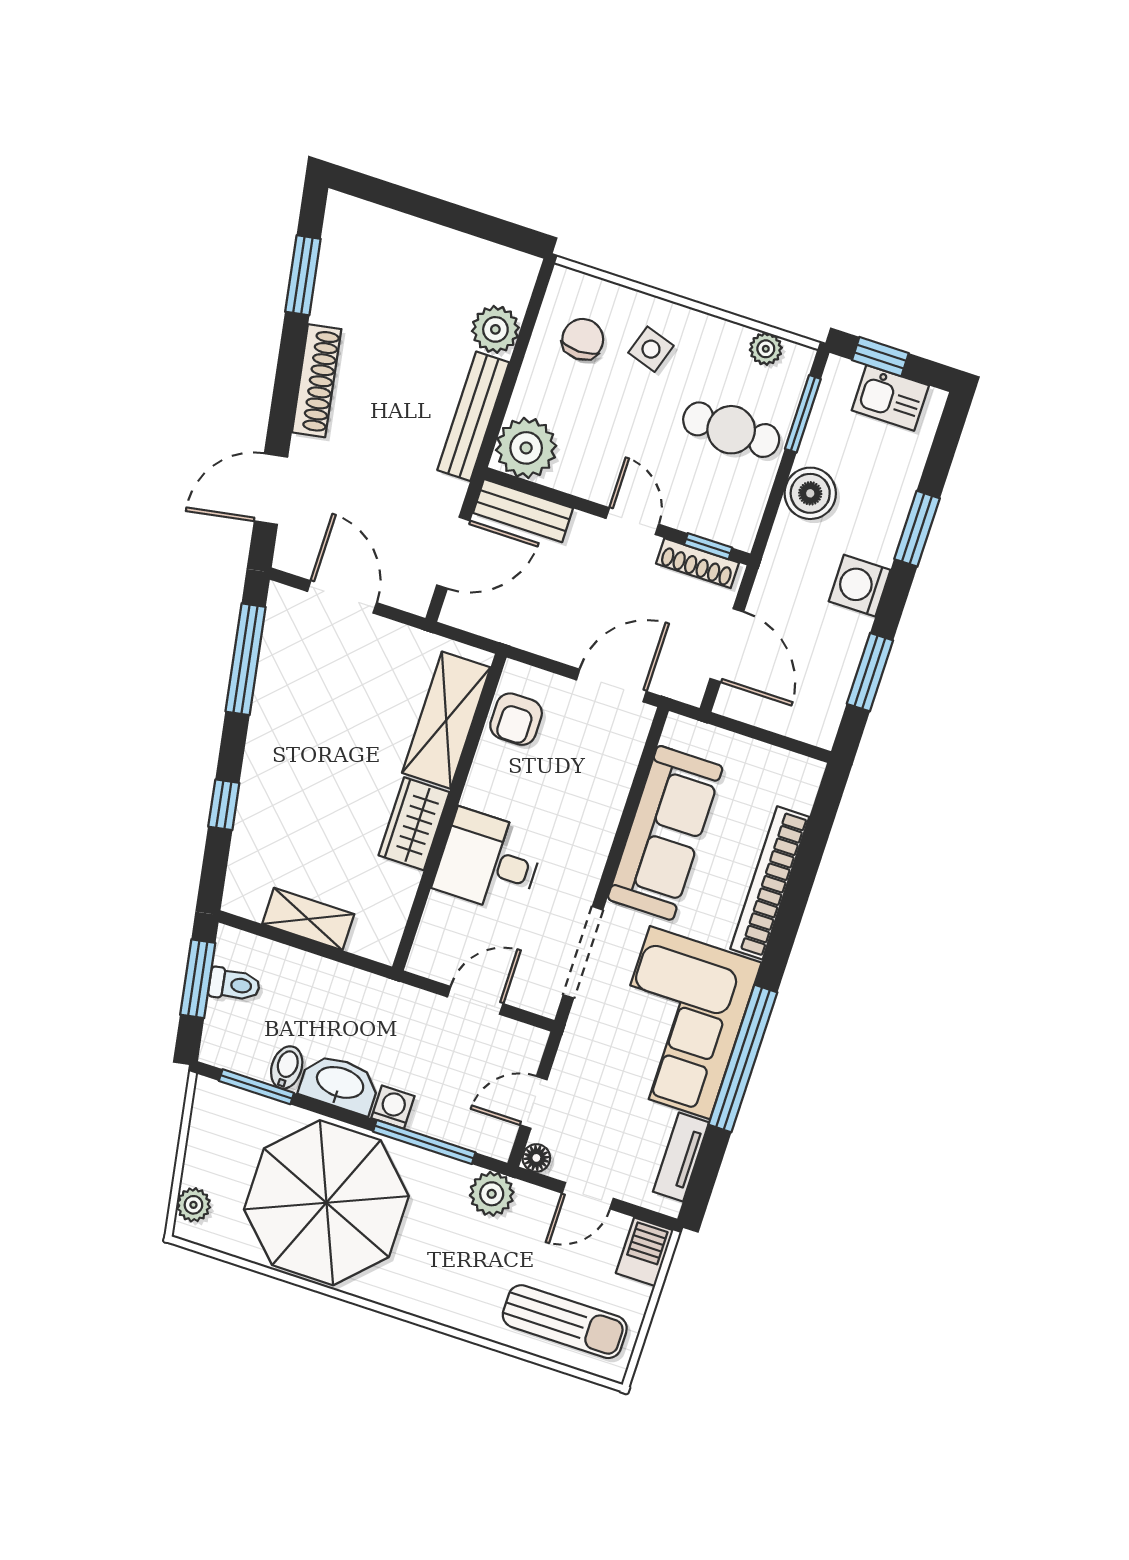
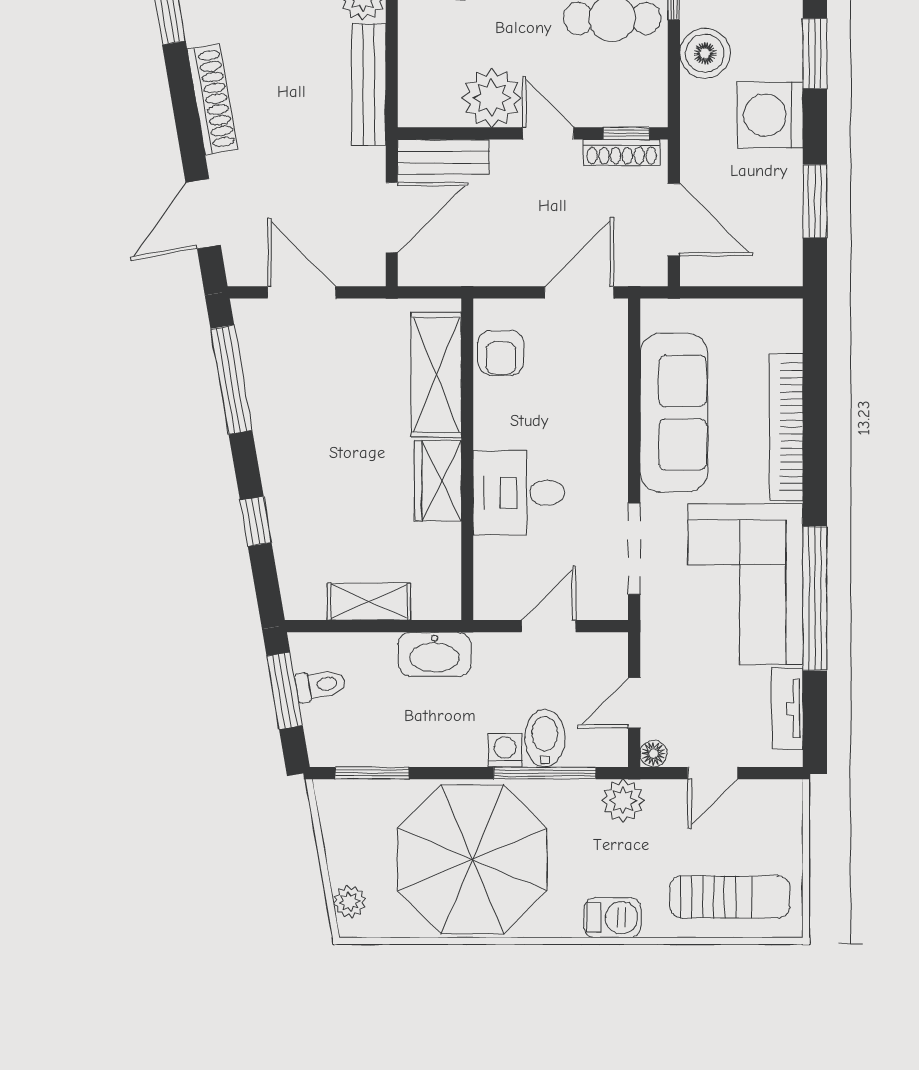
plant: (526, 448) -> (492, 98), moved
washing machine: (860, 586) -> (770, 115), width x1.37, depth x1.37
bidet: (287, 1067) -> (545, 738), moved, width x1.38, depth x1.36
washbasin: (340, 1084) -> (435, 654), moved, turned 180
barbecue: (645, 1252) -> (612, 918), moved, turned 90

